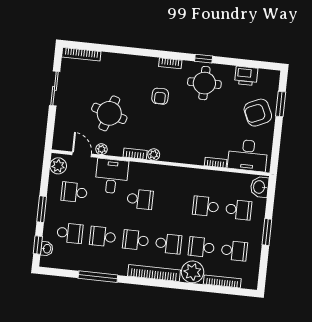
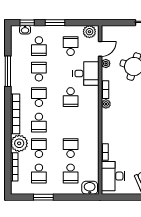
window: (267, 232) -> (43, 197), moved

